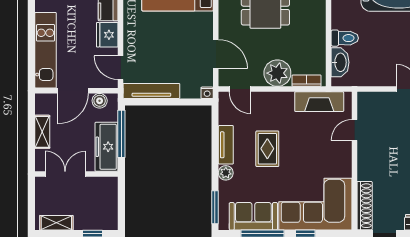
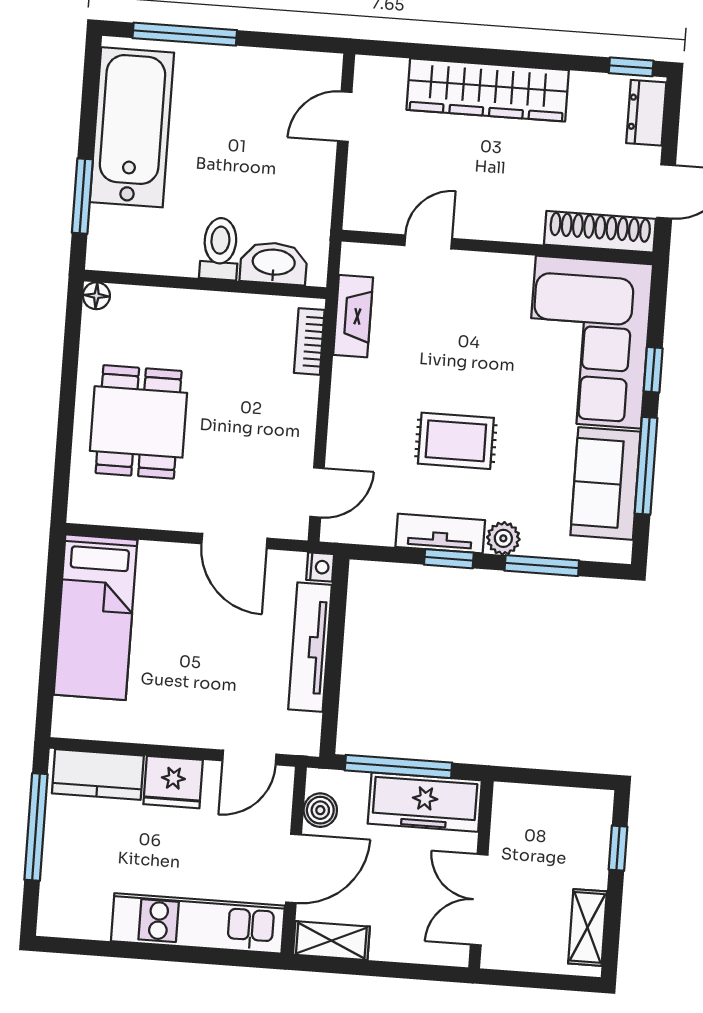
door: (216, 54) -> (234, 541), swing flipped
plant: (277, 73) -> (287, 406), removed
door: (73, 91) -> (293, 868), hinge flipped
tv unit: (151, 91) -> (310, 647), moved
fireplace: (319, 102) -> (353, 316), width x0.73, depth x0.76
door: (354, 130) -> (428, 242), swing flipped
shelving: (42, 132) -> (331, 941), moved
window: (215, 149) -> (449, 559), added
window: (215, 207) -> (542, 566), moved

